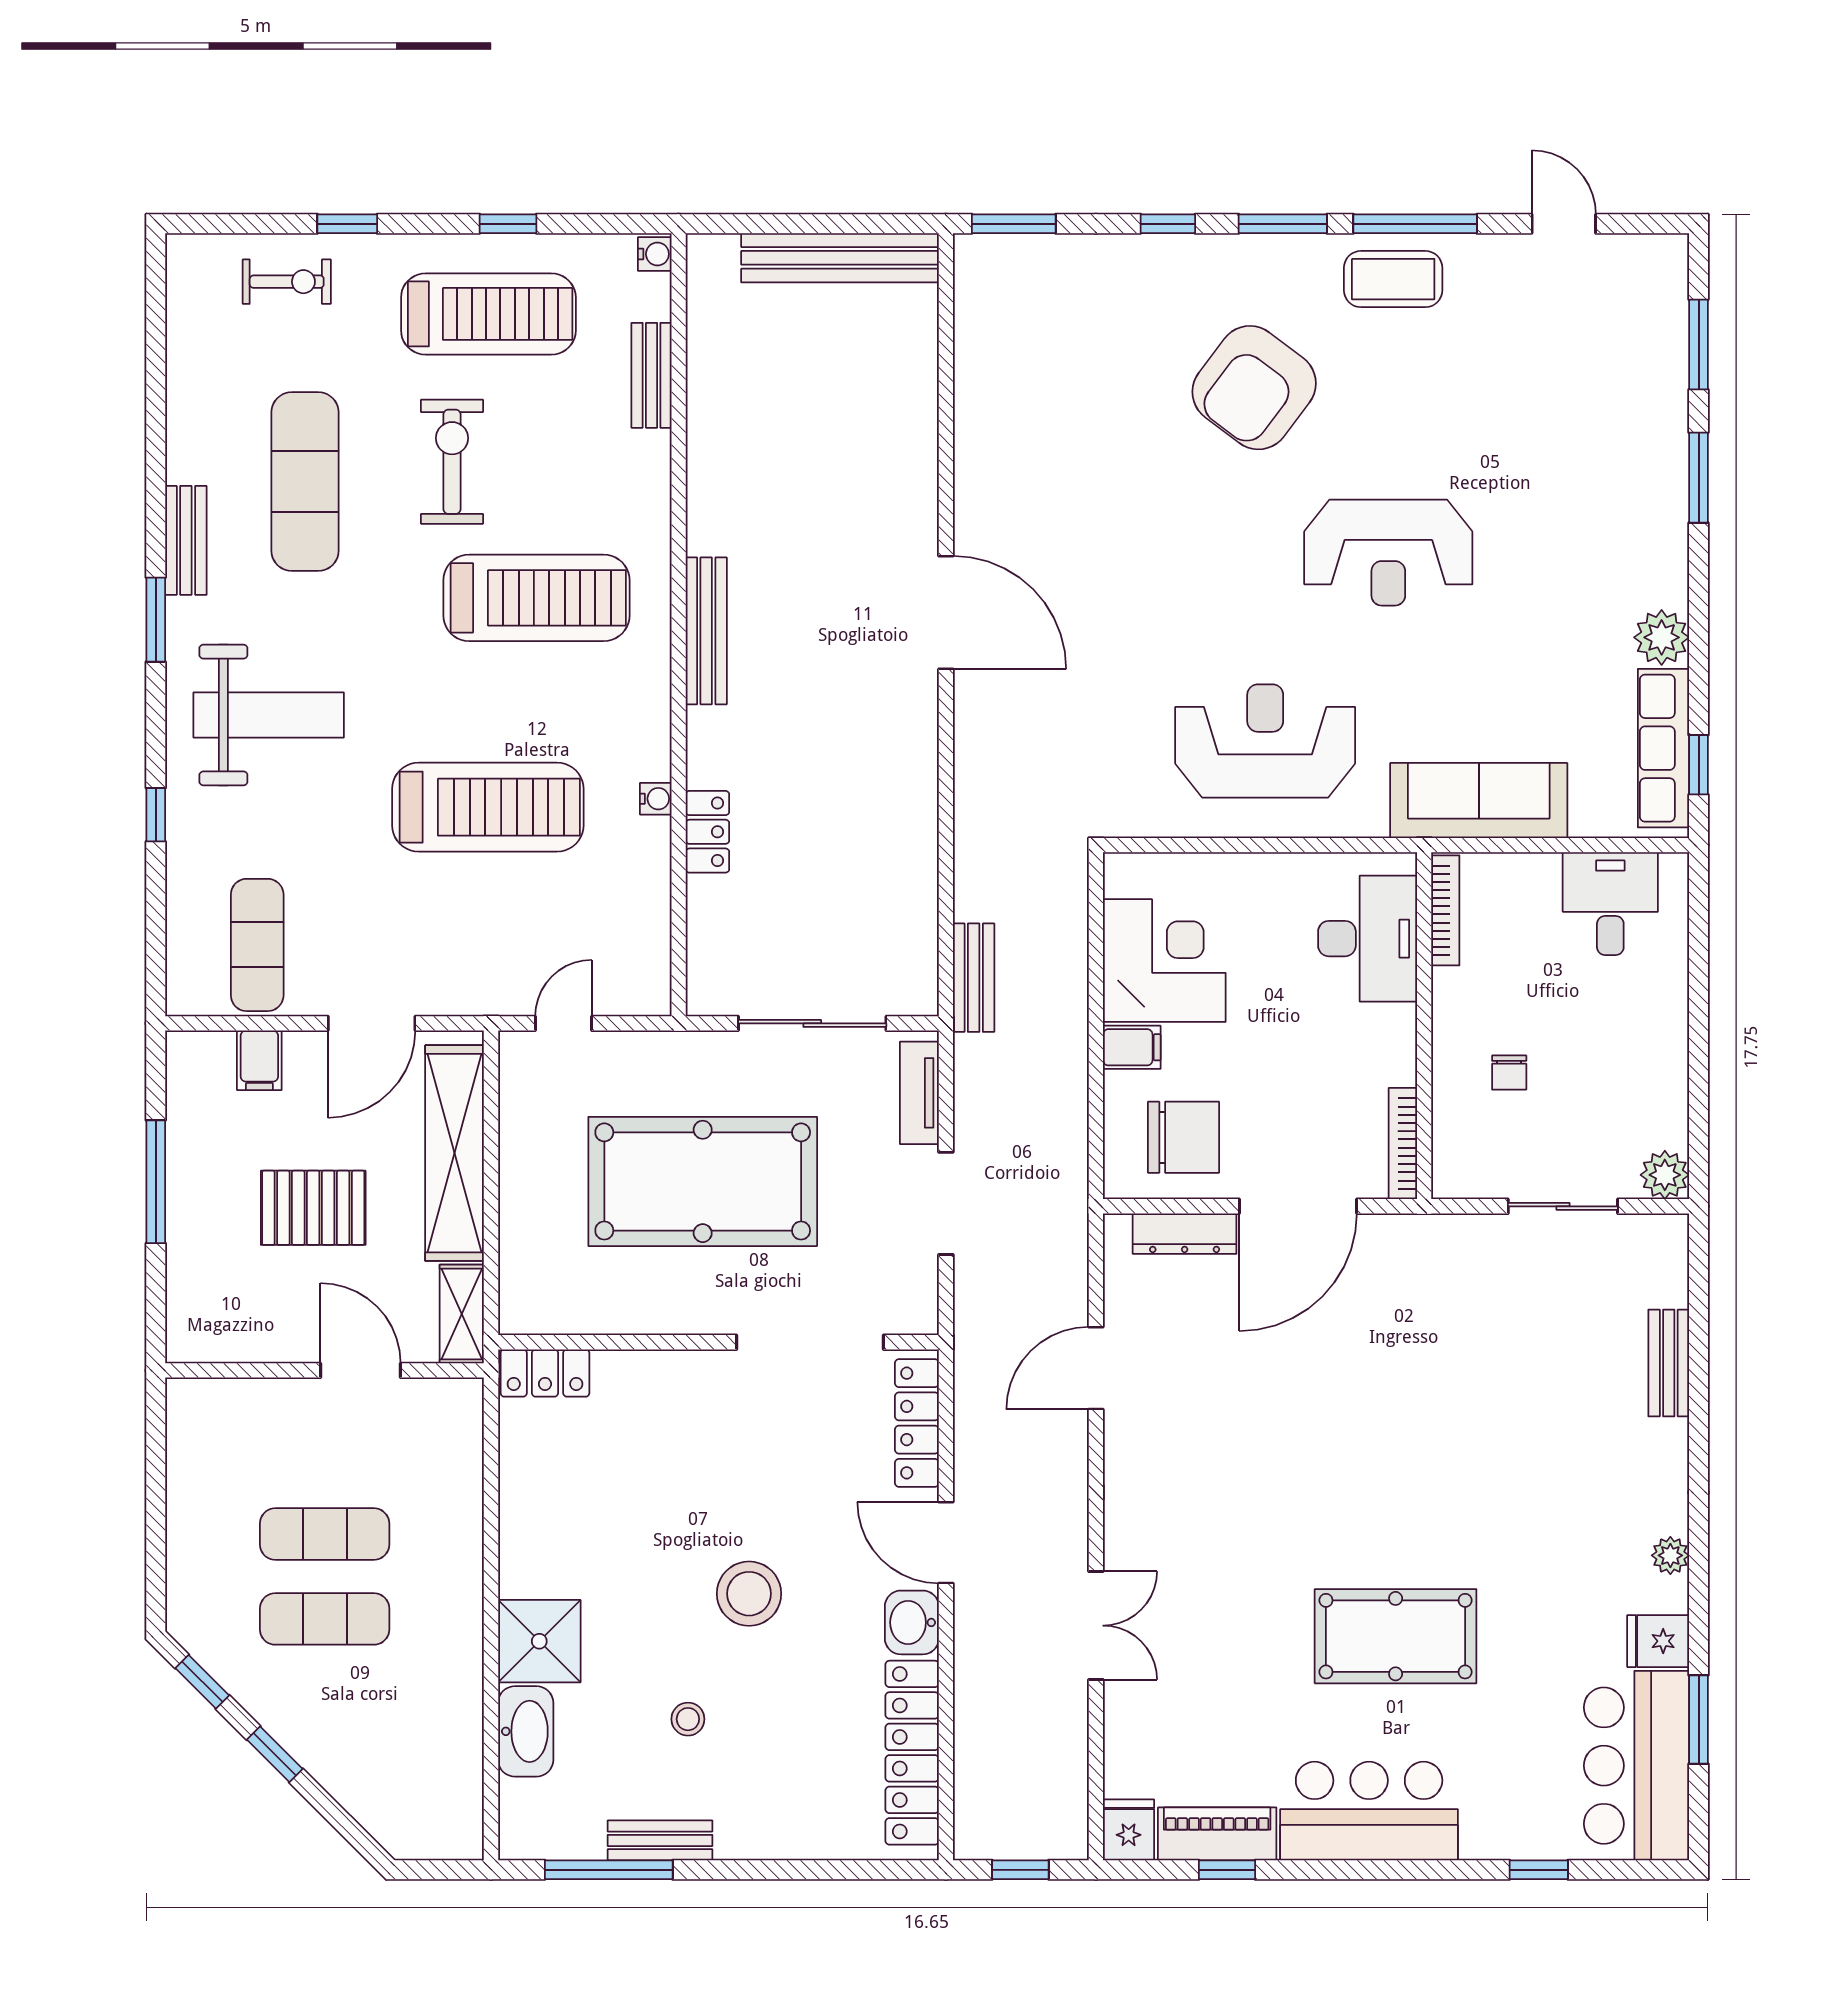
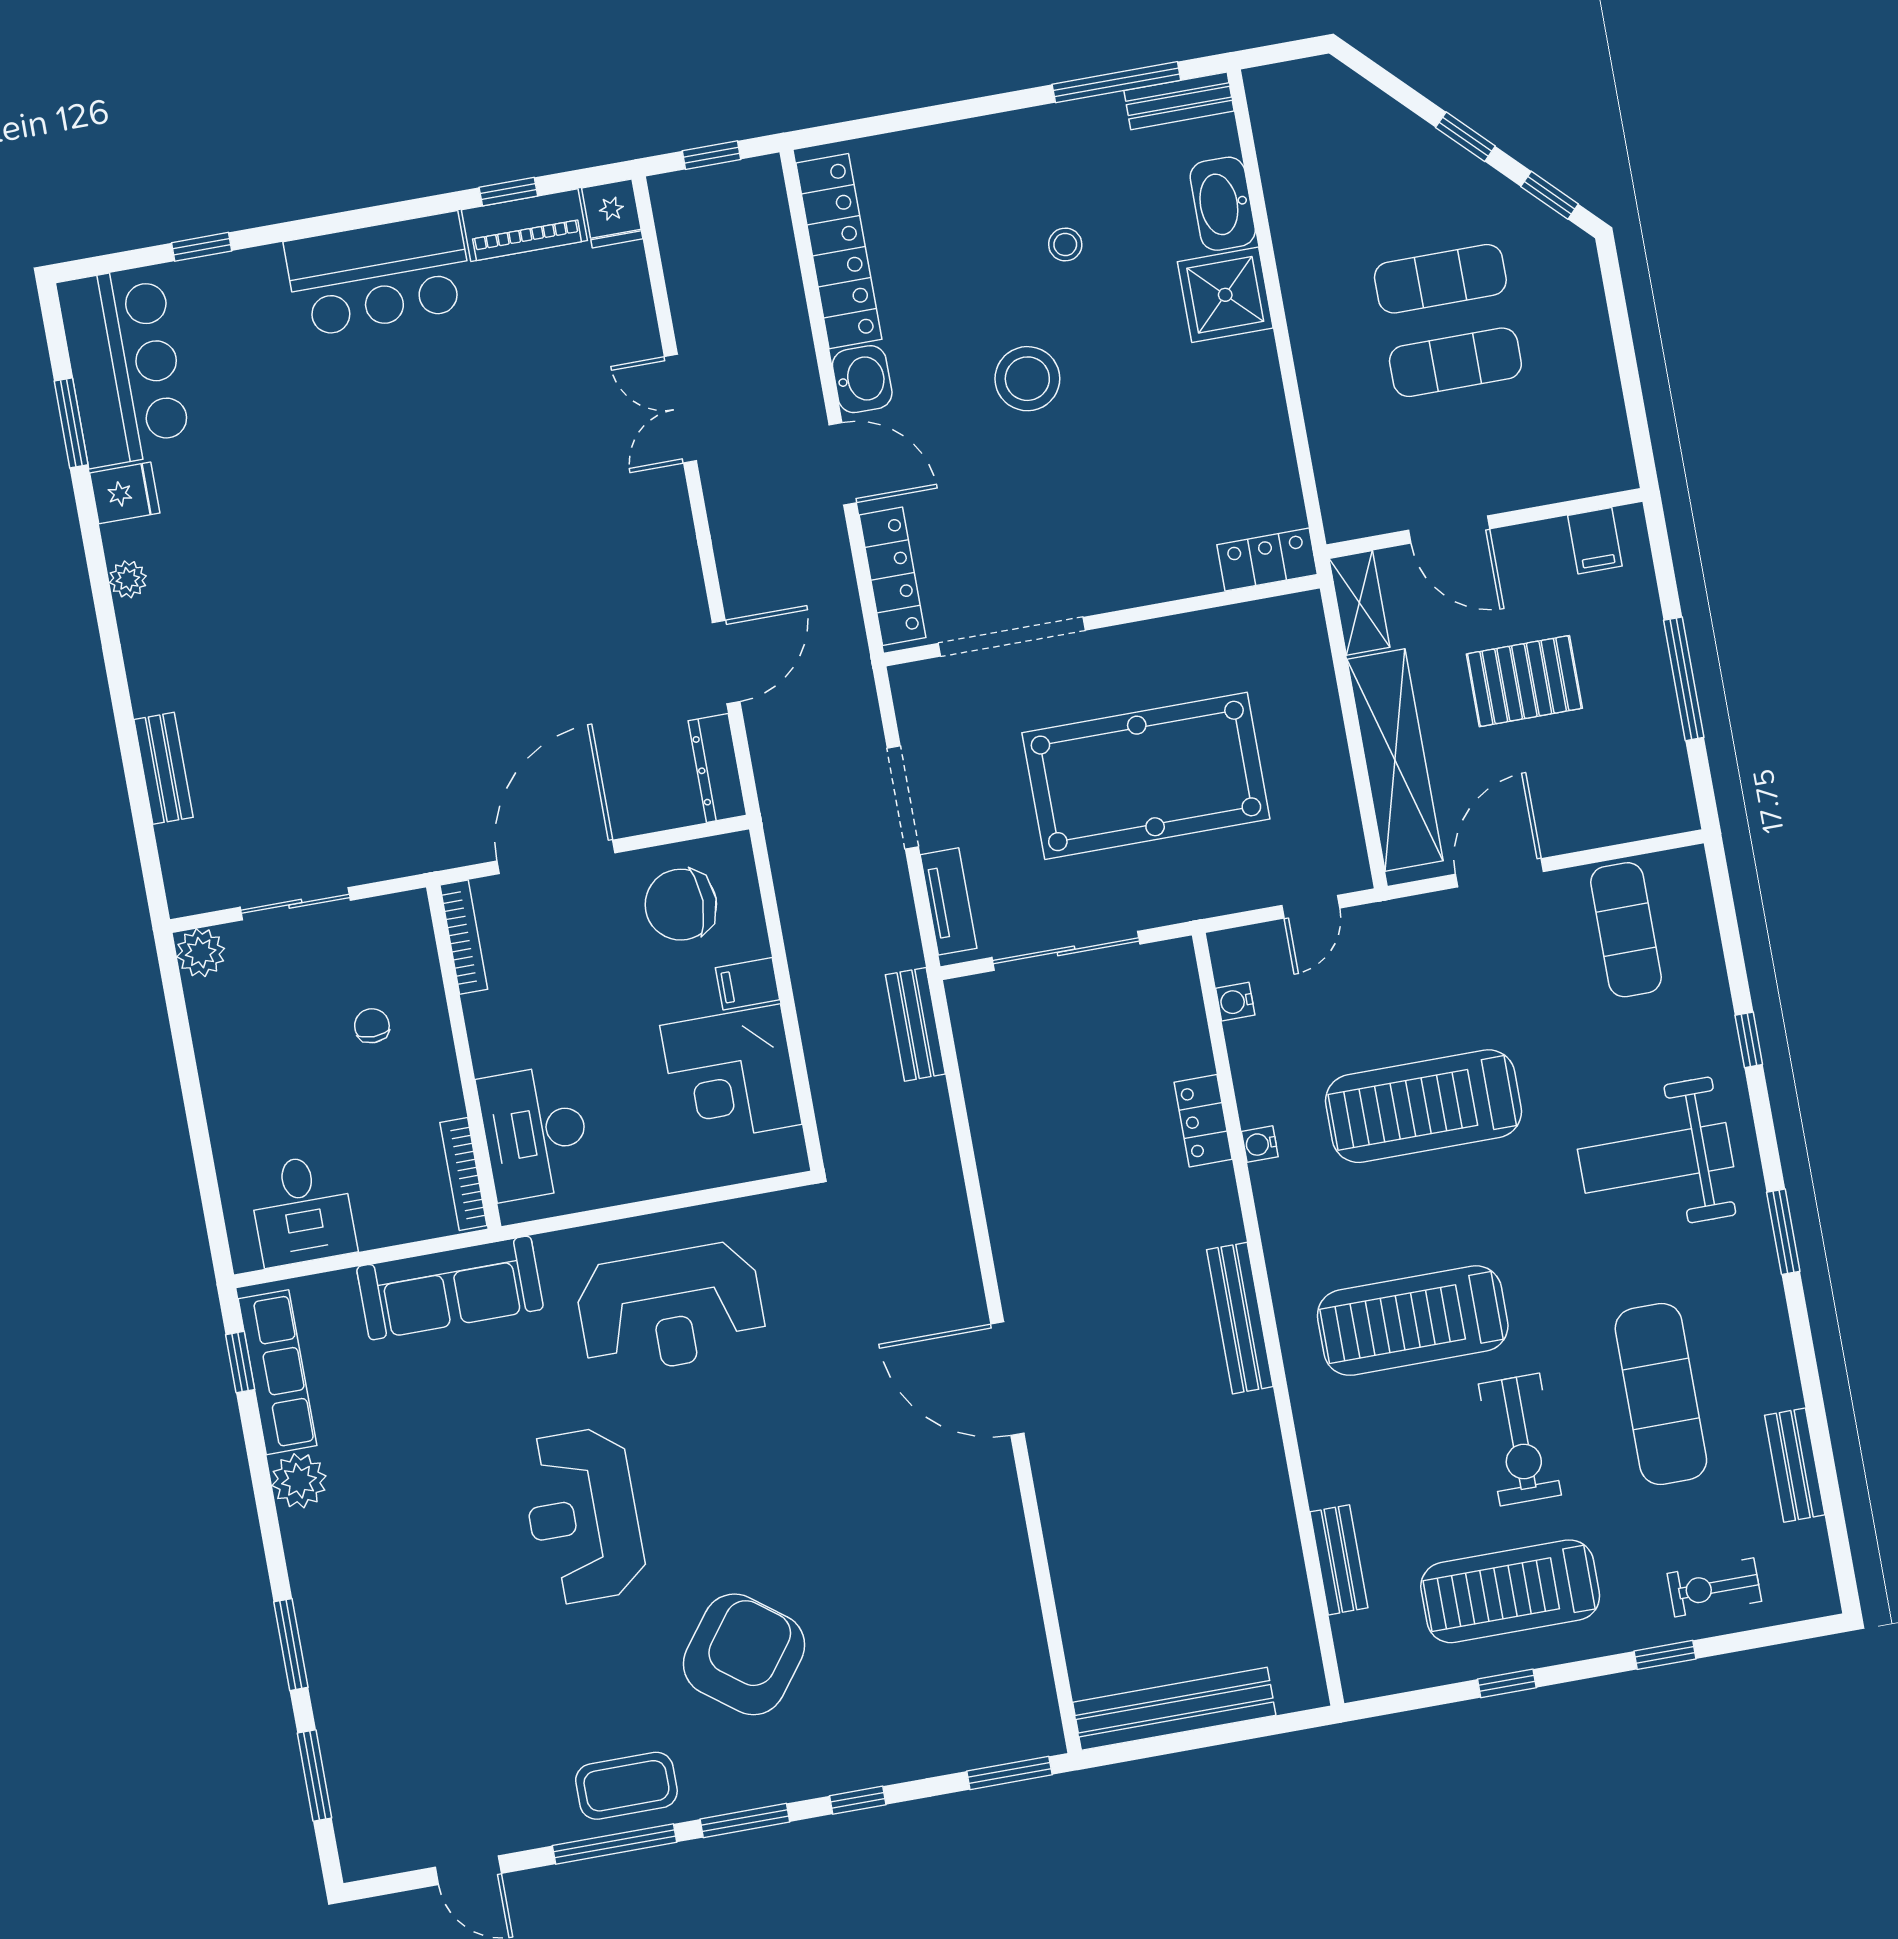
water cooler: (655, 254) -> (1235, 1002), moved
bench: (186, 540) -> (1795, 1465), moved
reception desk: (1388, 553) -> (583, 1516), turned -90
filing cabinet: (259, 1060) -> (1595, 541), moved, turned 180
dresser: (1185, 1234) -> (717, 768), moved, turned -90
pool table: (1396, 1636) -> (384, 451), removed
bench: (660, 1840) -> (1179, 101), moved

